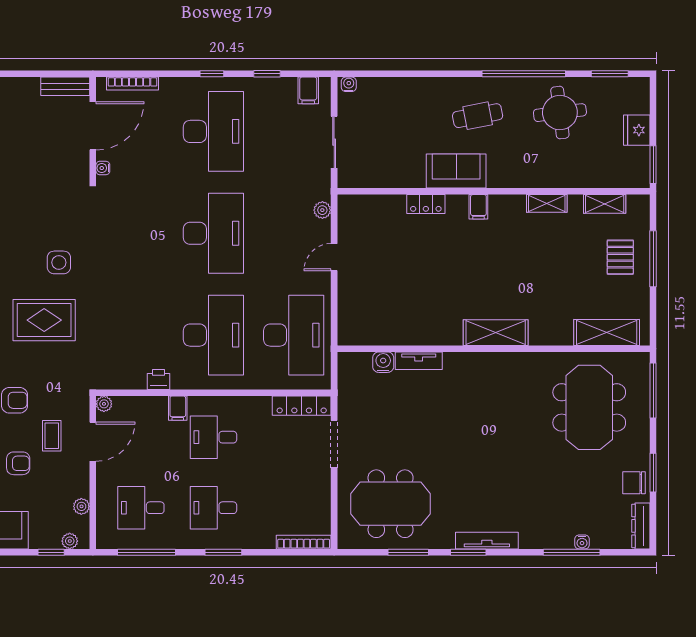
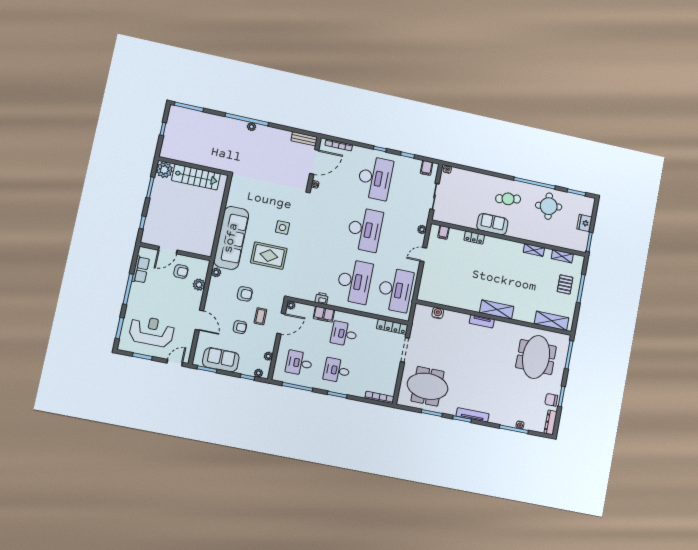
filing cabinet: (478, 207) -> (443, 232), moved
tv unit: (419, 361) -> (482, 321), moved
filing cabinet: (178, 408) -> (324, 314), width x2.00

